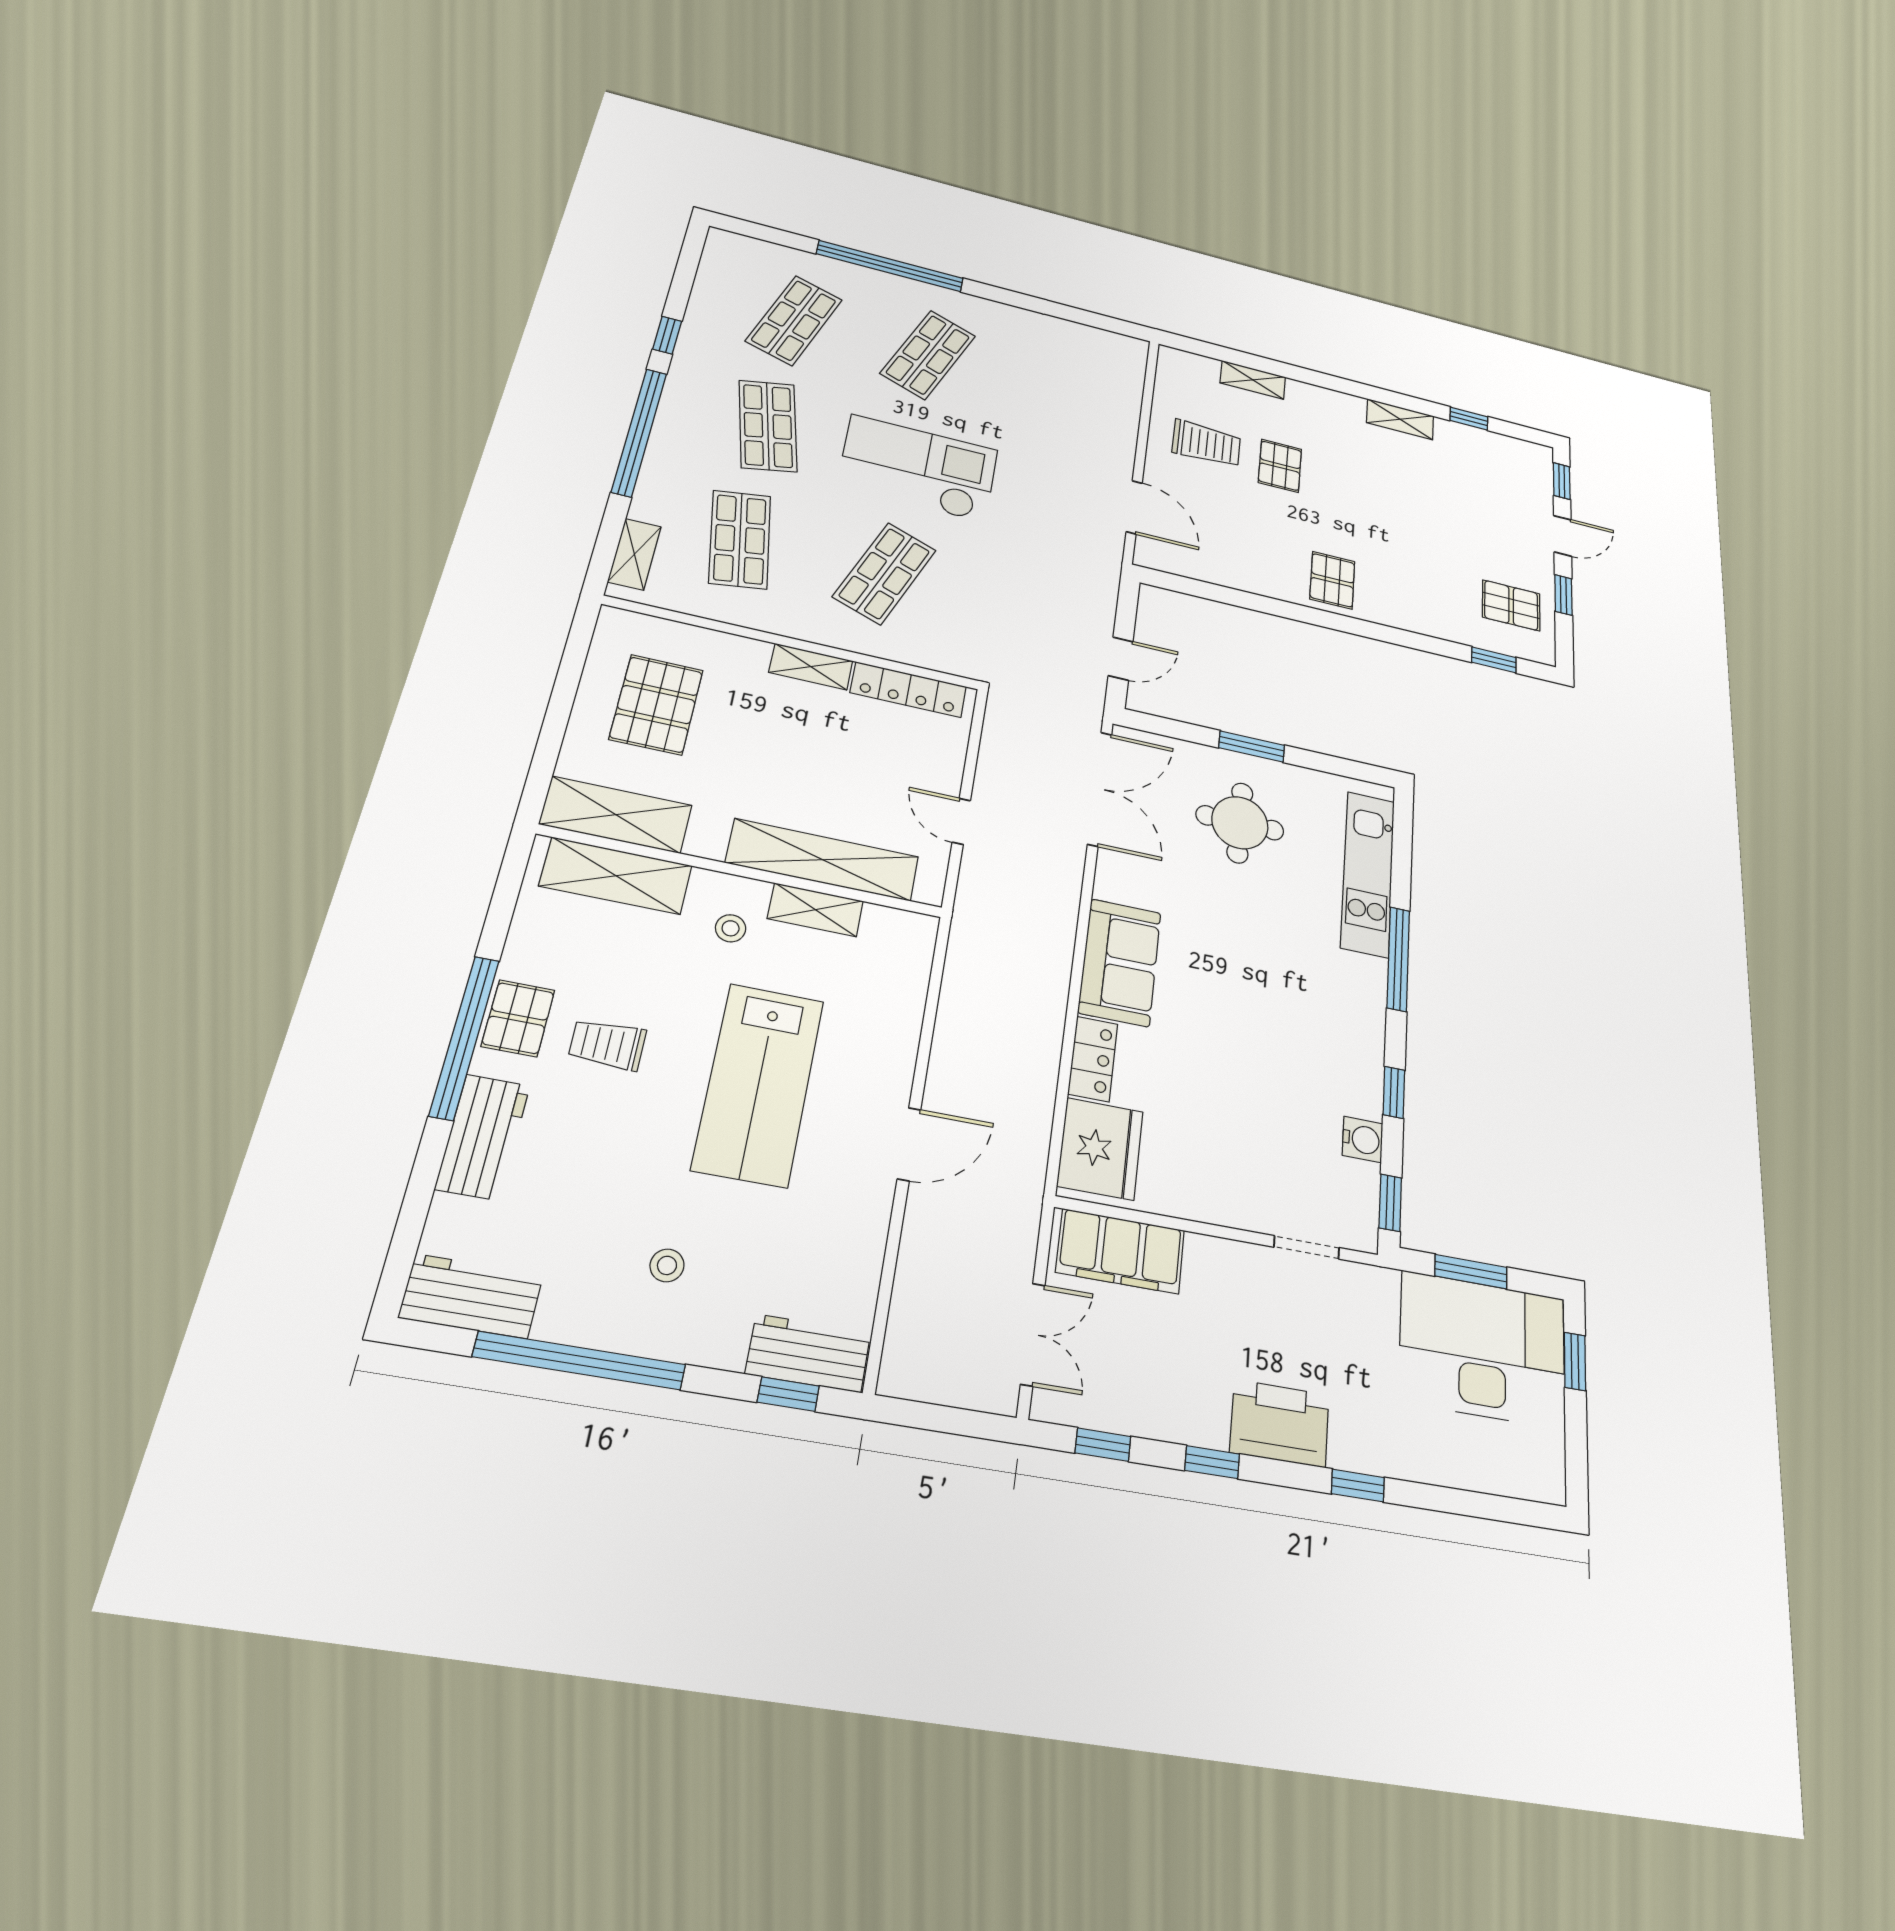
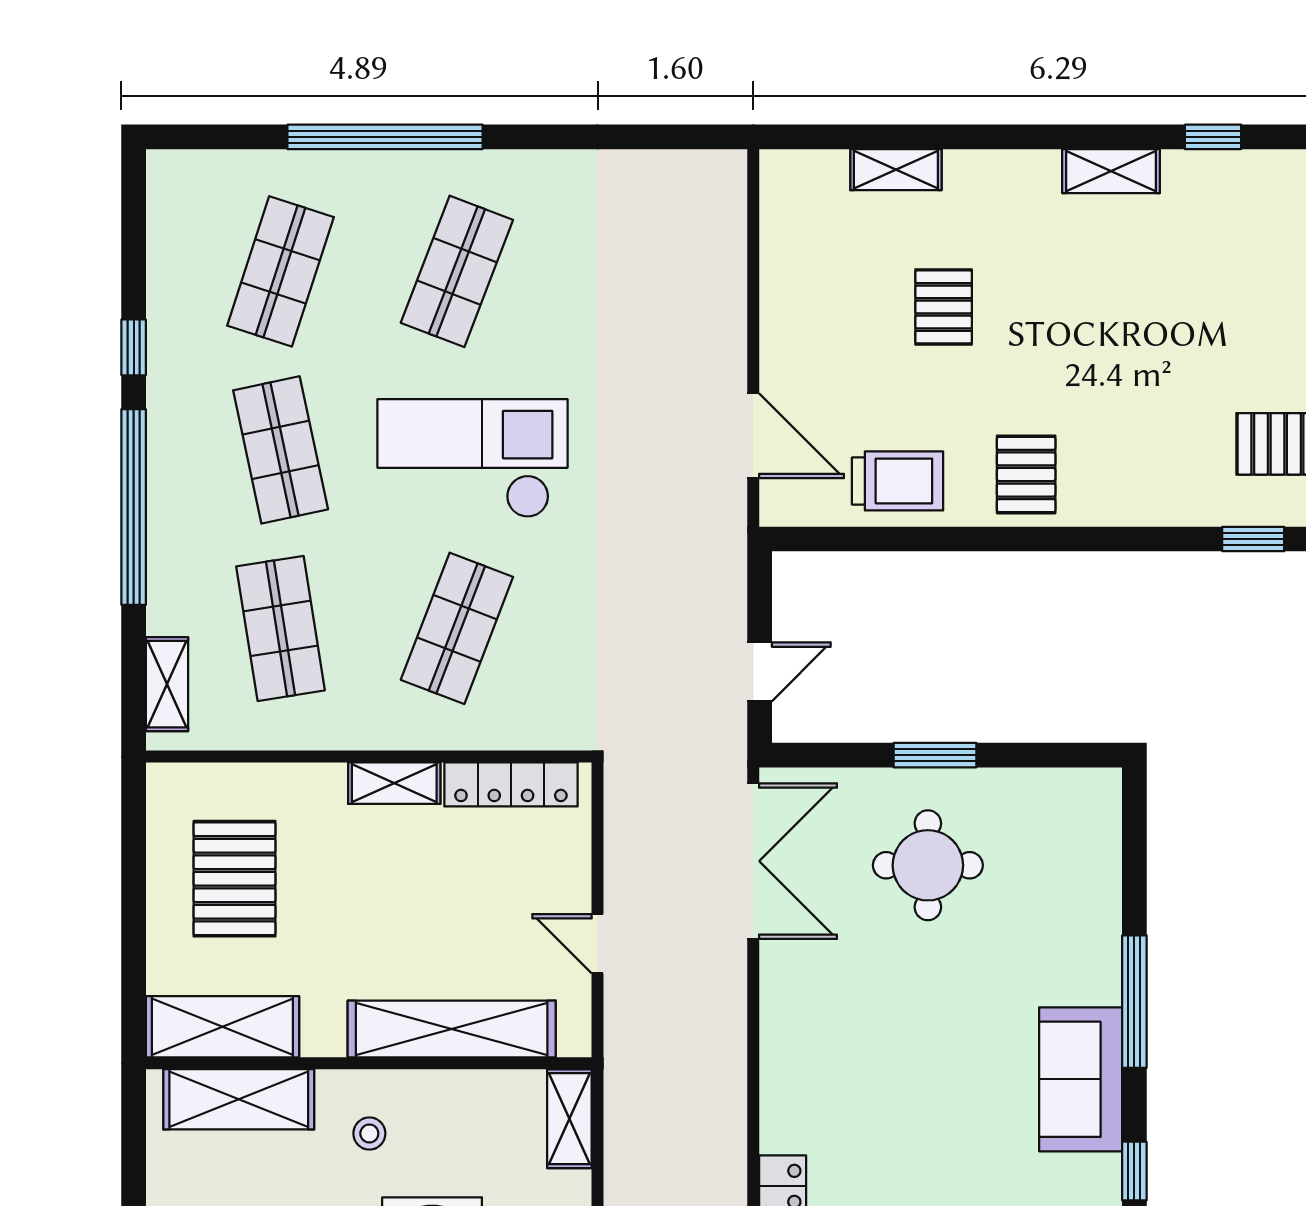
trolley: (1206, 444) -> (898, 481), moved
kitchen unit: (1368, 873) -> (1092, 896), removed
shelving: (815, 910) -> (569, 1119), moved, turned 90
sofa: (1120, 962) -> (1081, 1079), moved, turned 180

